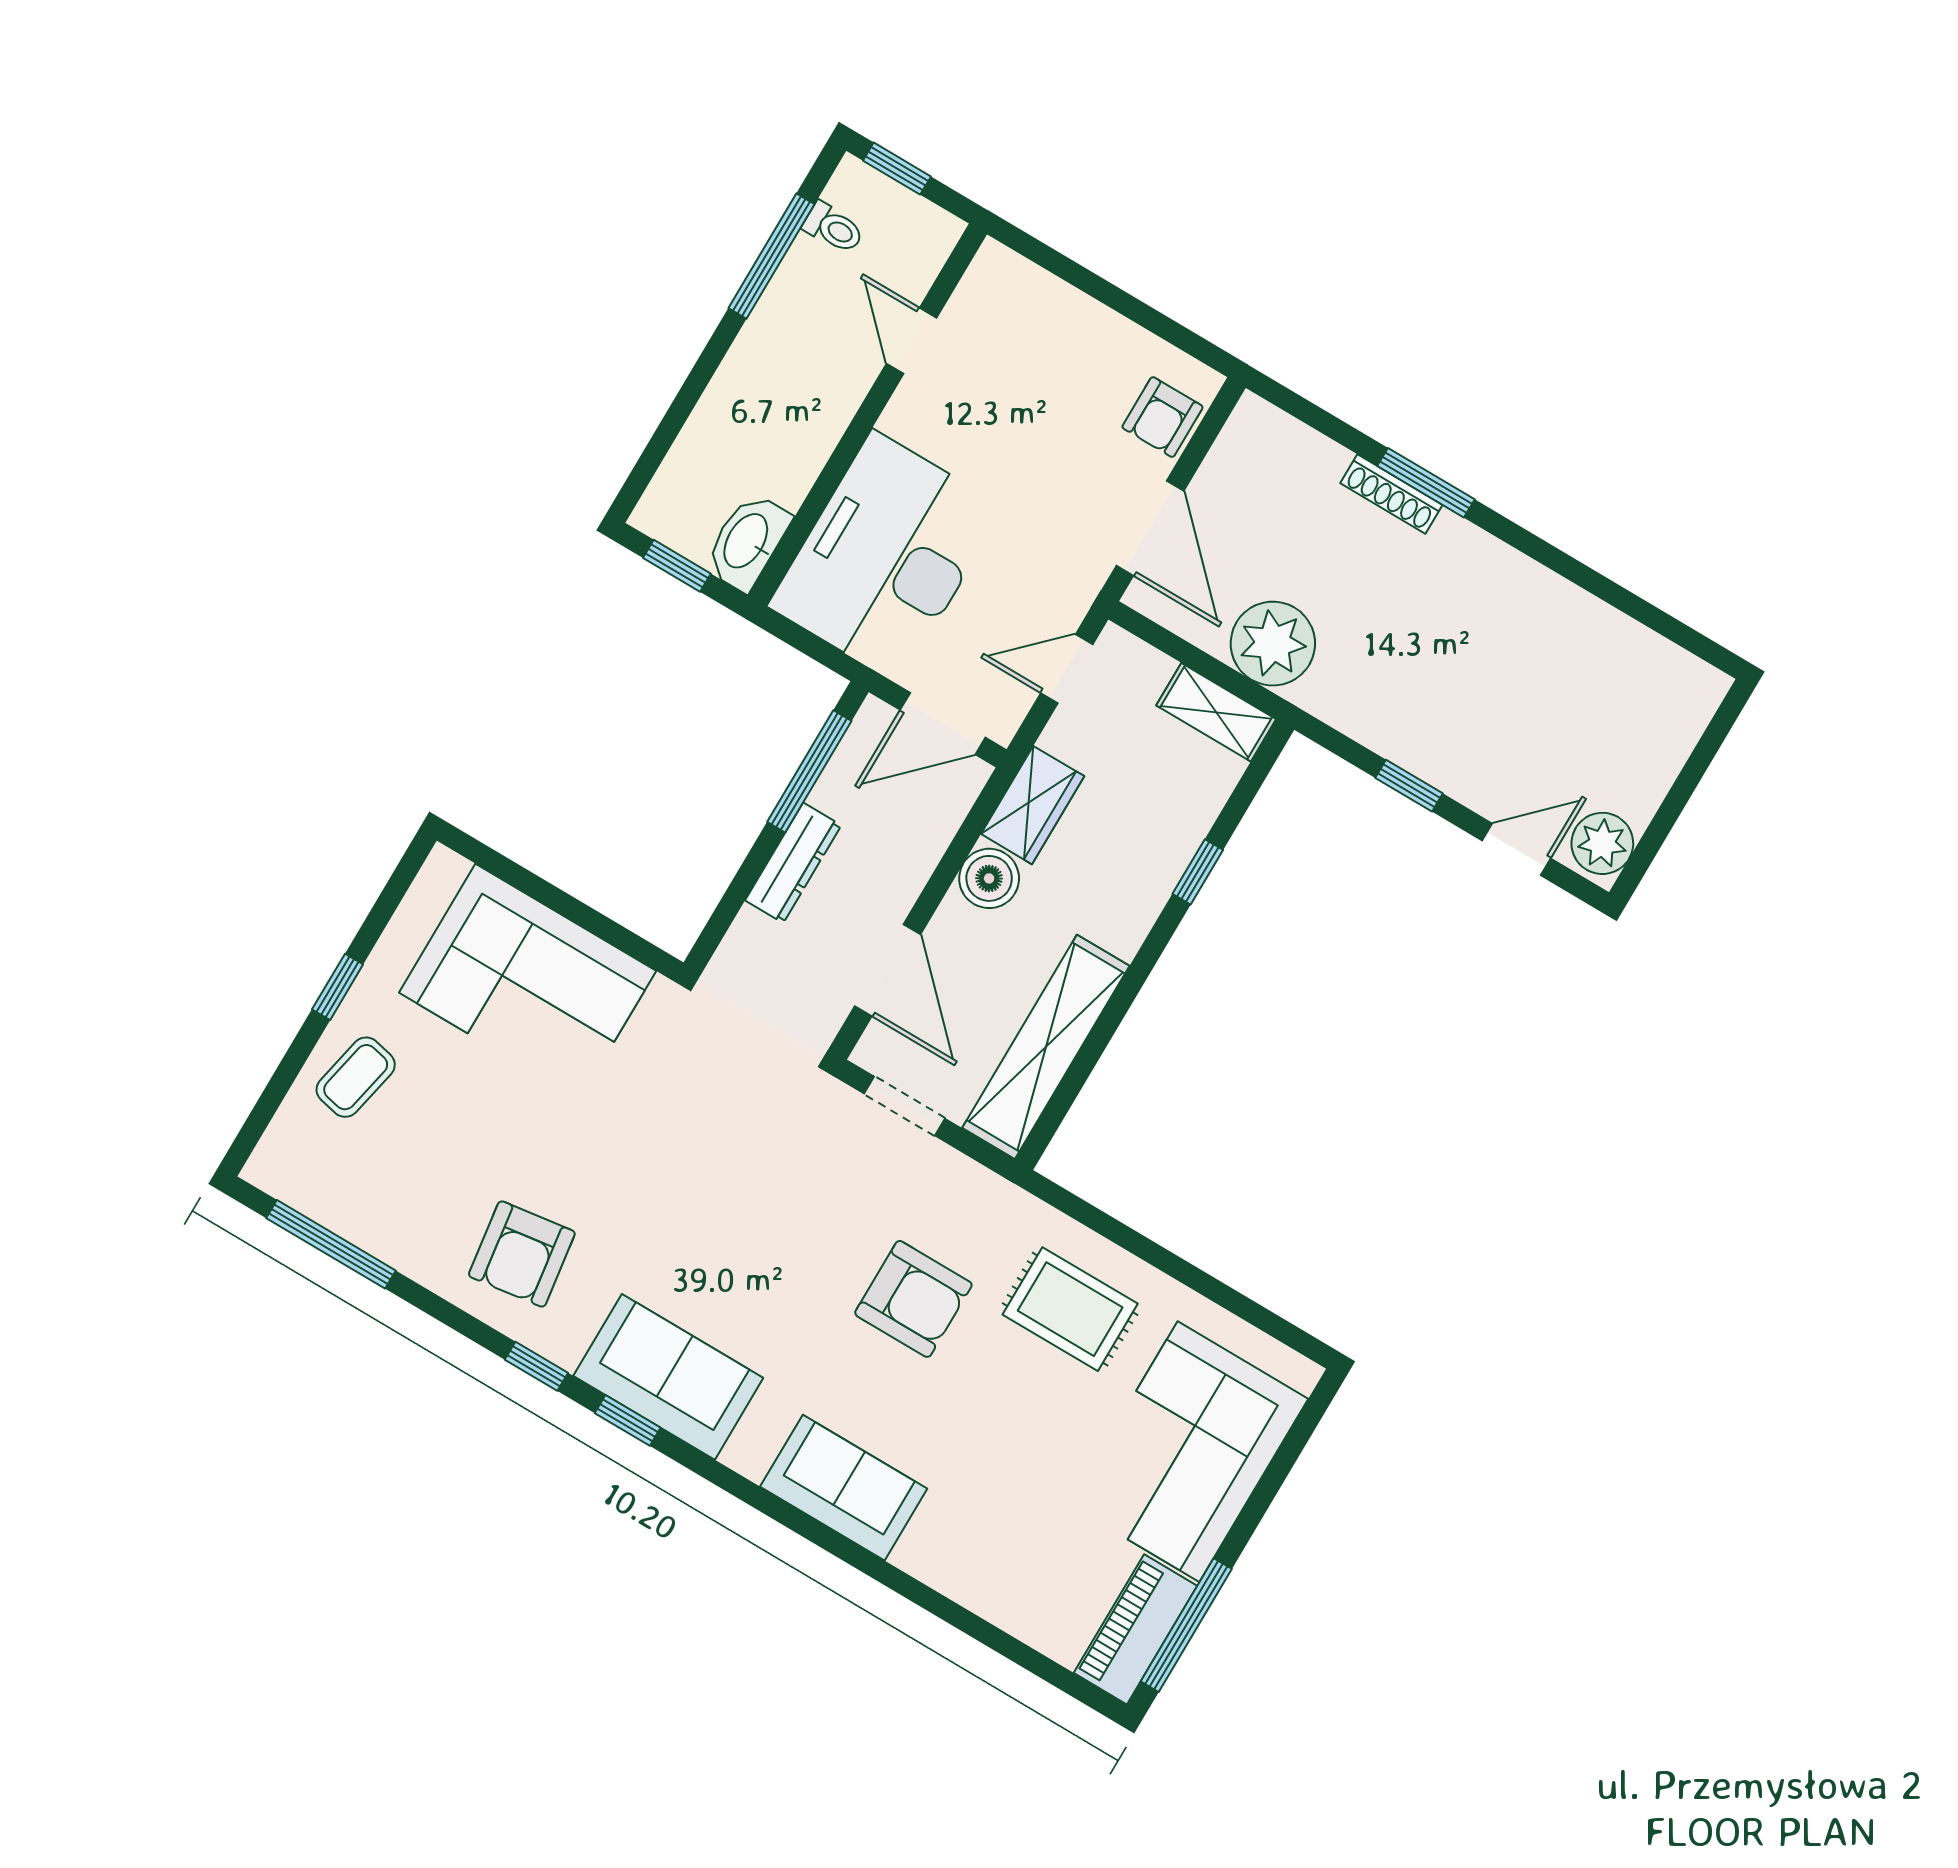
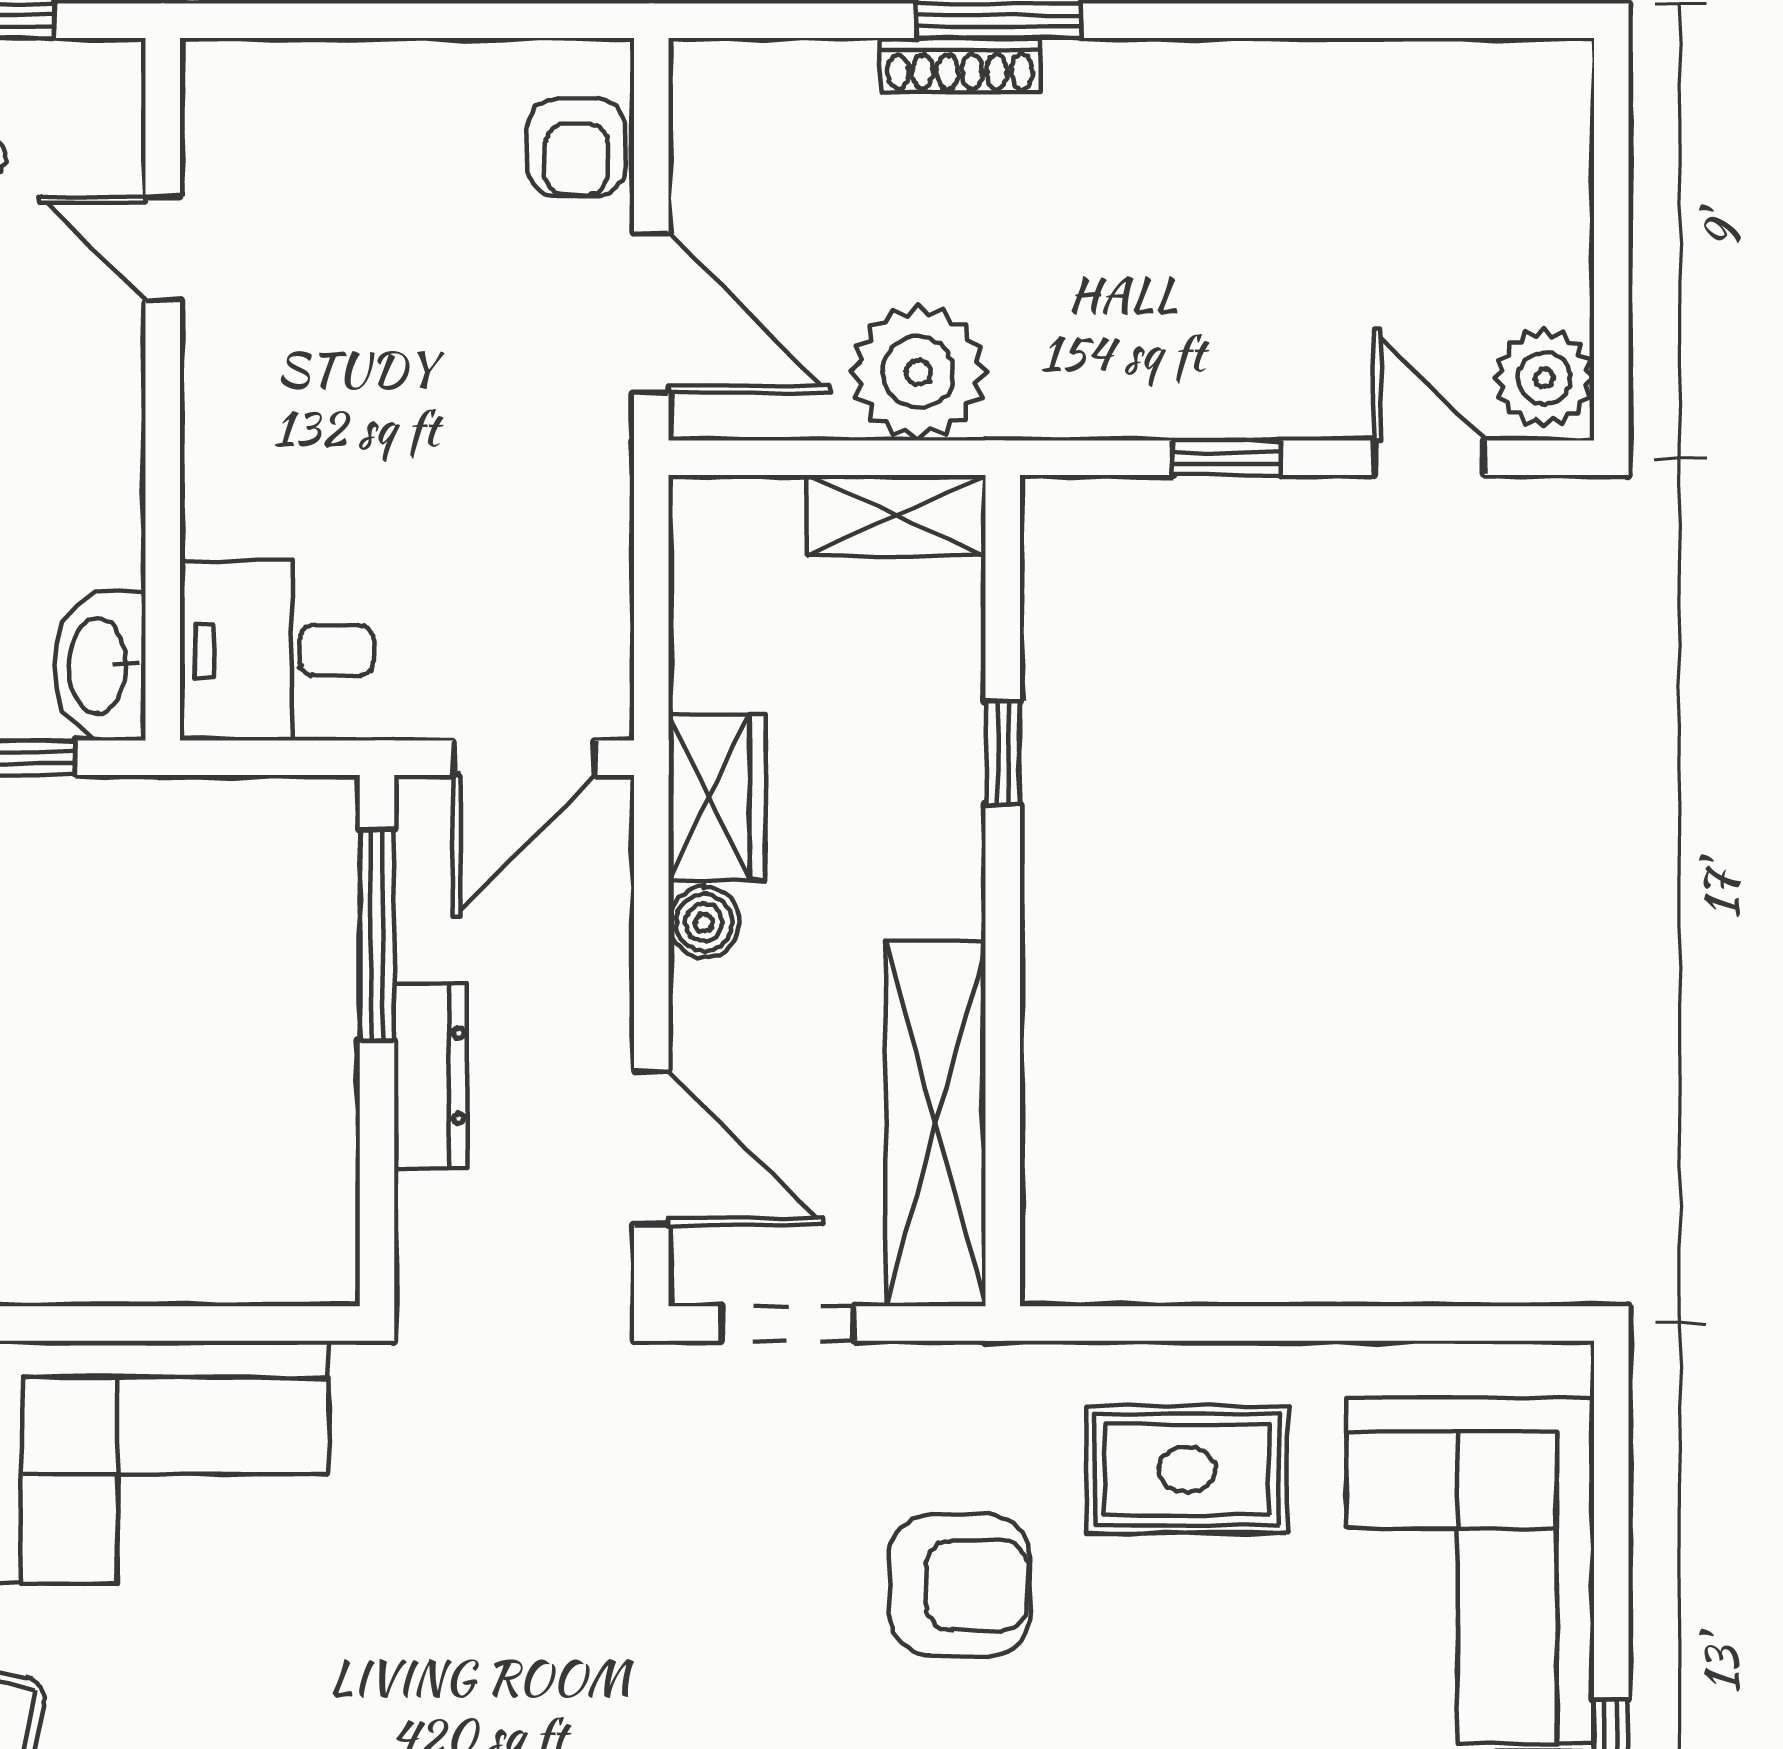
desk: (886, 557) -> (277, 651), width x0.53, depth x0.77
door: (1067, 669) -> (651, 578), removed
door: (1516, 849) -> (1429, 458), hinge flipped
boiler: (989, 878) -> (704, 923), width x0.73, depth x0.73

